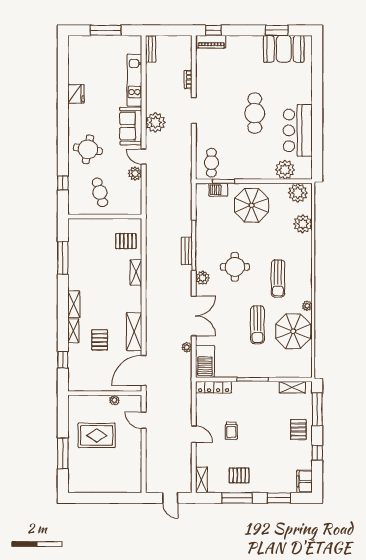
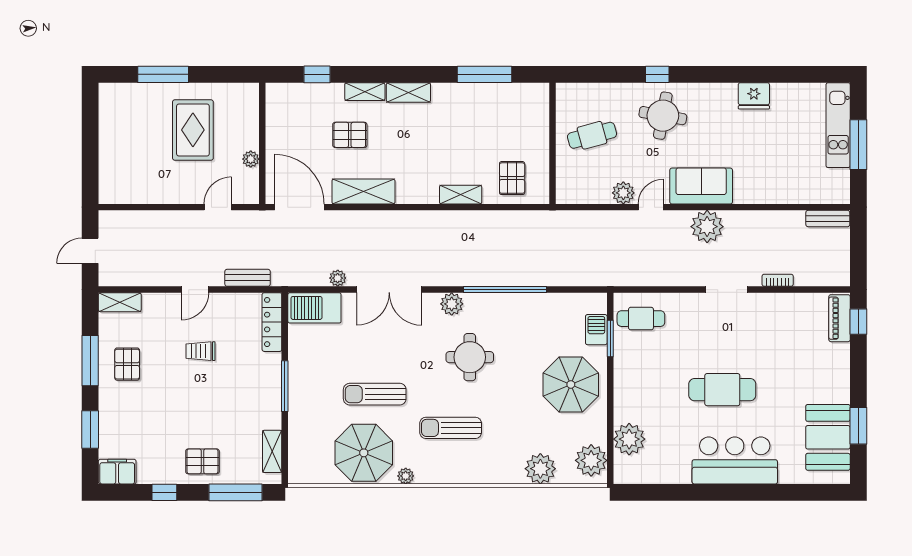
kitchen unit: (134, 80) -> (838, 125), moved, turned -90
bar counter: (298, 130) -> (735, 460), moved
window: (63, 183) -> (657, 74), moved
bench: (187, 251) -> (248, 278), moved

